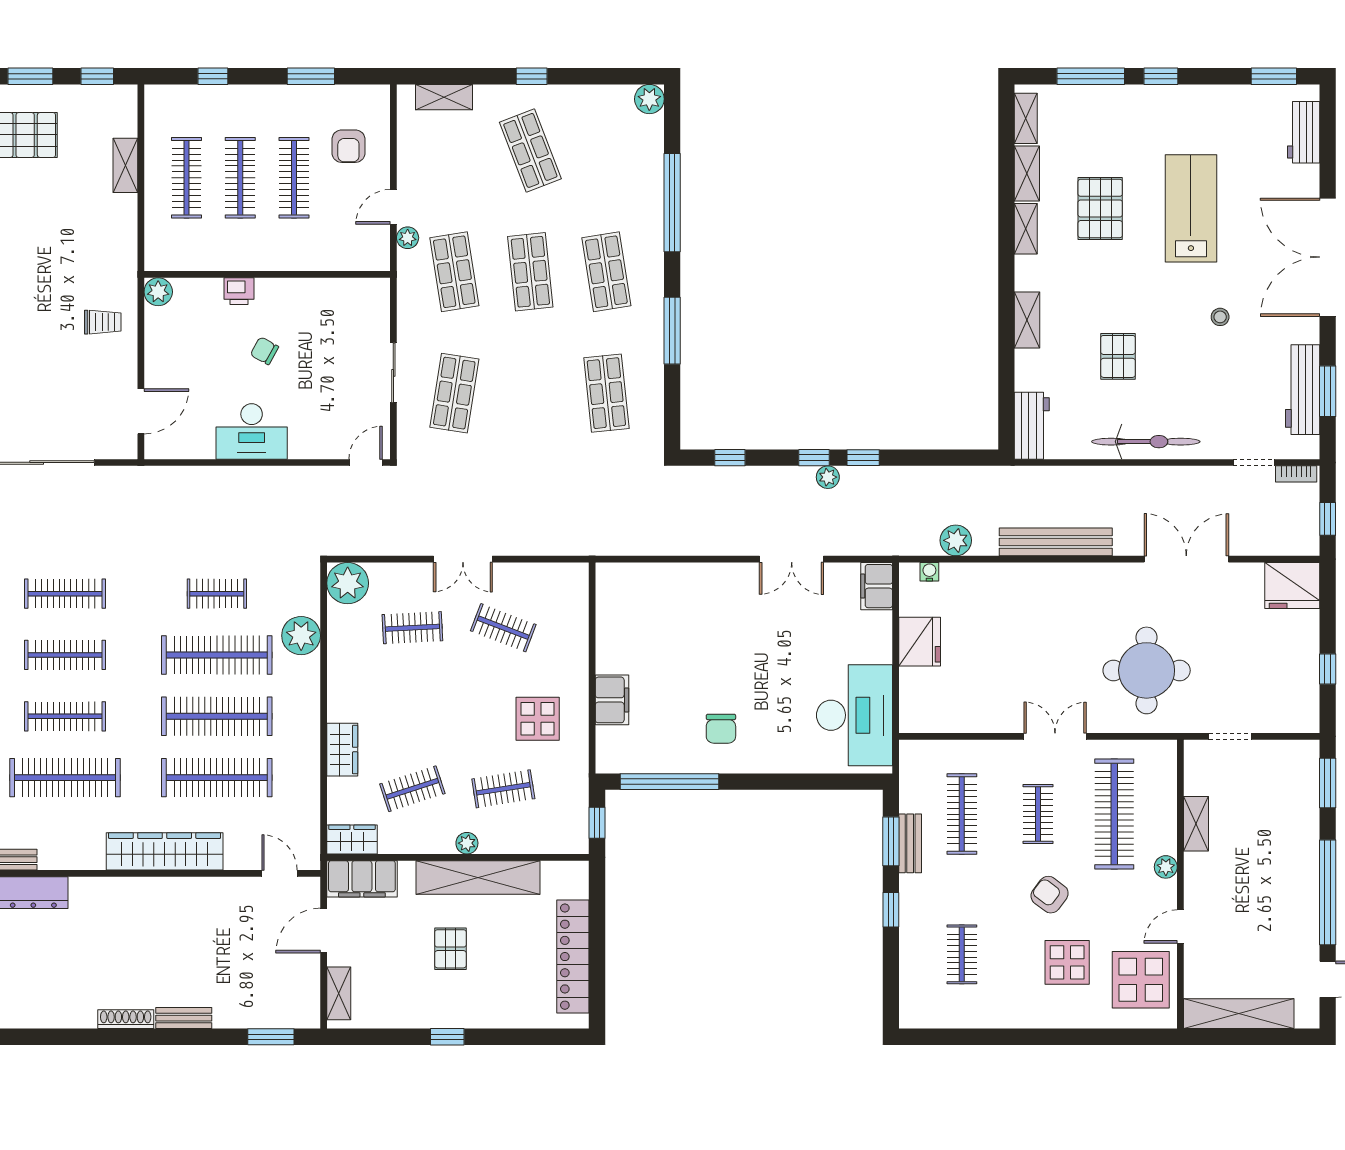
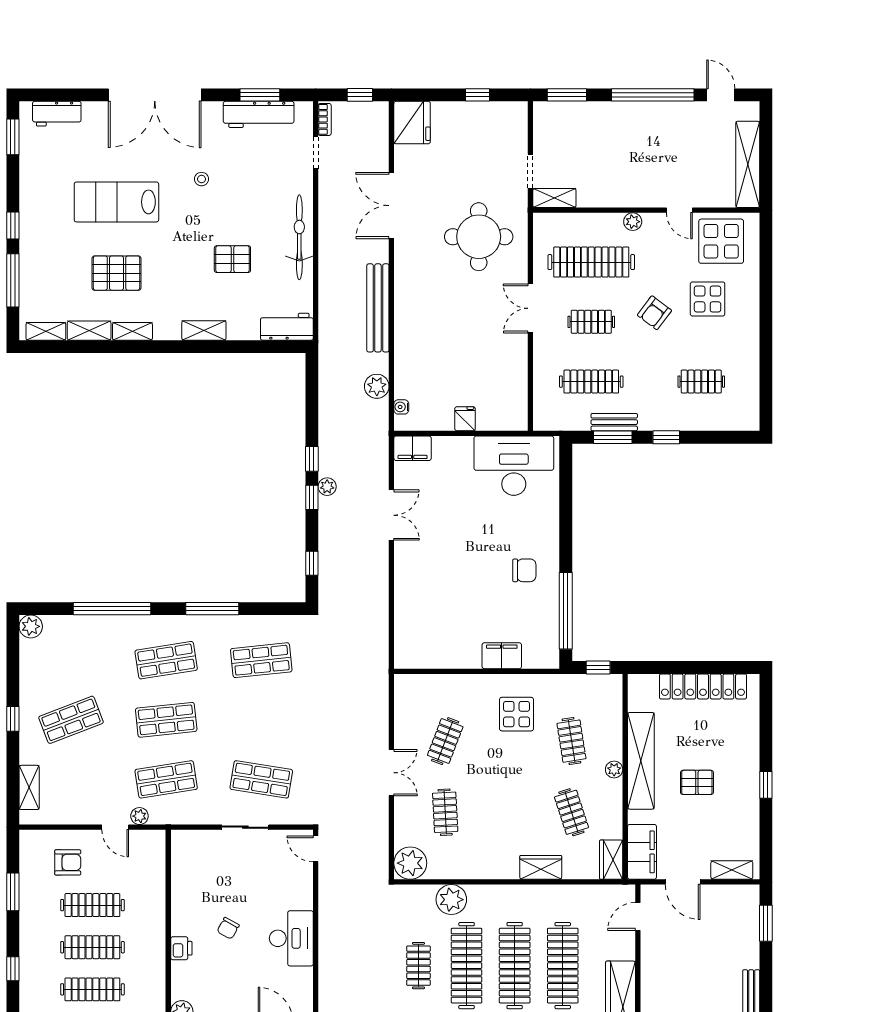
fridge: (920, 642) -> (465, 419), width x0.53, depth x0.75
shelving: (1196, 824) -> (554, 198), moved

